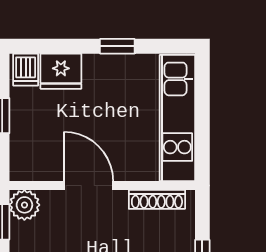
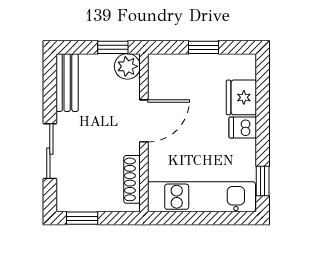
window: (117, 46) -> (263, 181), moved
dishwasher: (26, 70) -> (243, 127), moved

